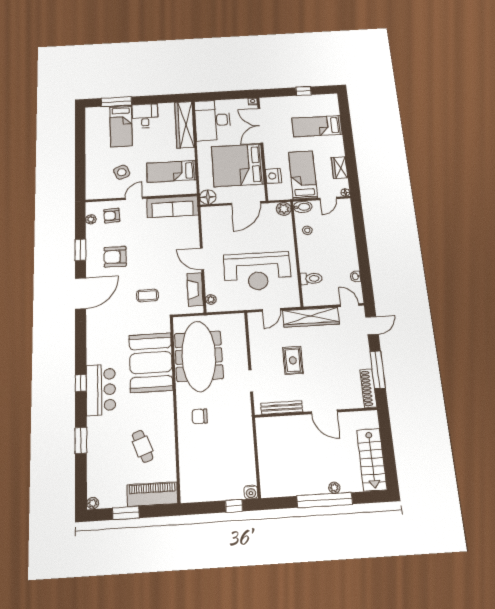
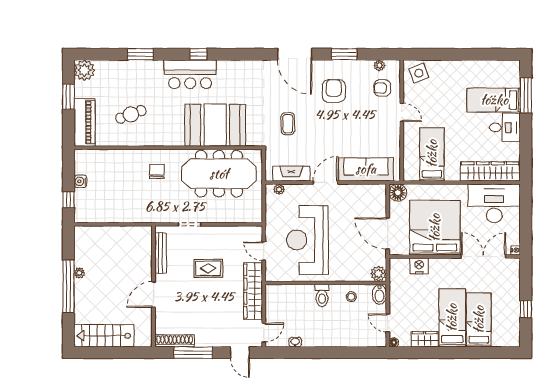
side table: (122, 172) -> (419, 73), moved
bed: (303, 175) -> (452, 318), moved, turned -90
sofa: (172, 207) -> (366, 169), moved, turned 90
armchair: (112, 216) -> (382, 88), turned -87
toilet: (311, 279) -> (322, 295), moved
plant: (334, 488) -> (79, 273), moved
water cooler: (251, 492) -> (80, 181), moved
plant: (93, 503) -> (84, 70), width x1.88, depth x1.88

